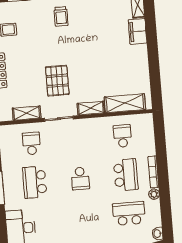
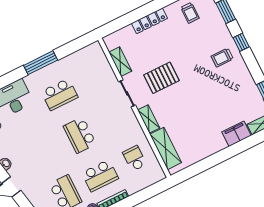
school desk: (123, 136) -> (135, 158), turned -90
school desk: (31, 144) -> (94, 77), removed
school desk: (80, 179) -> (80, 135), width x1.85
school desk: (35, 182) -> (60, 94), turned 180

